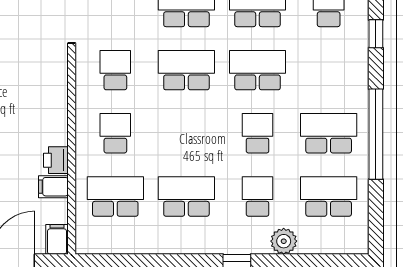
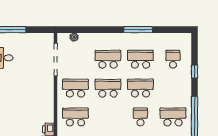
school desk: (115, 70) -> (75, 88), width x1.85
school desk: (115, 133) -> (75, 117), width x1.85

